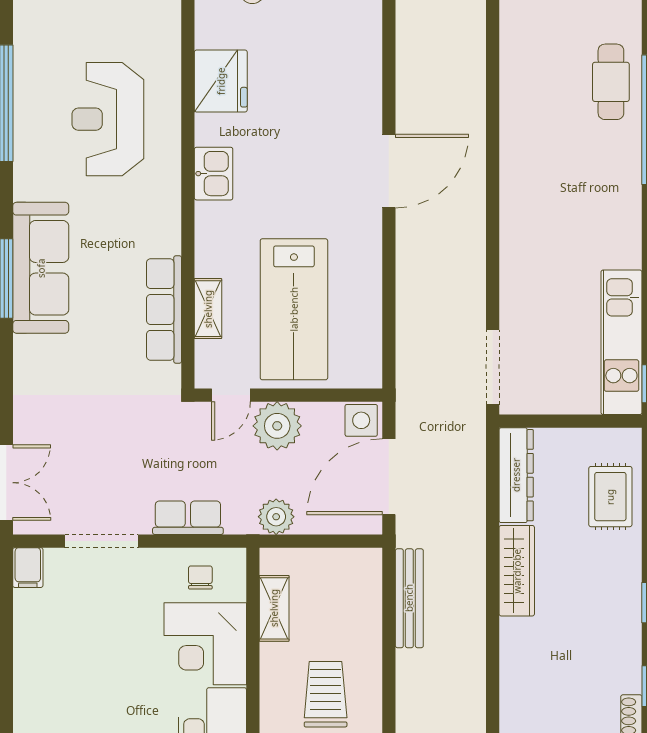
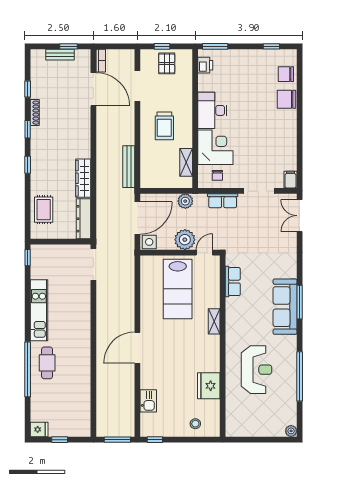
cafe table: (611, 82) -> (47, 363), moved
kitchen sink: (214, 174) -> (148, 401), moved, turned 180
row of seats: (164, 309) -> (233, 282), width x0.68
shelving: (208, 309) -> (214, 321), moved
lab bench: (294, 309) -> (178, 289), turned 180
kitchen unit: (621, 342) -> (39, 310), moved

